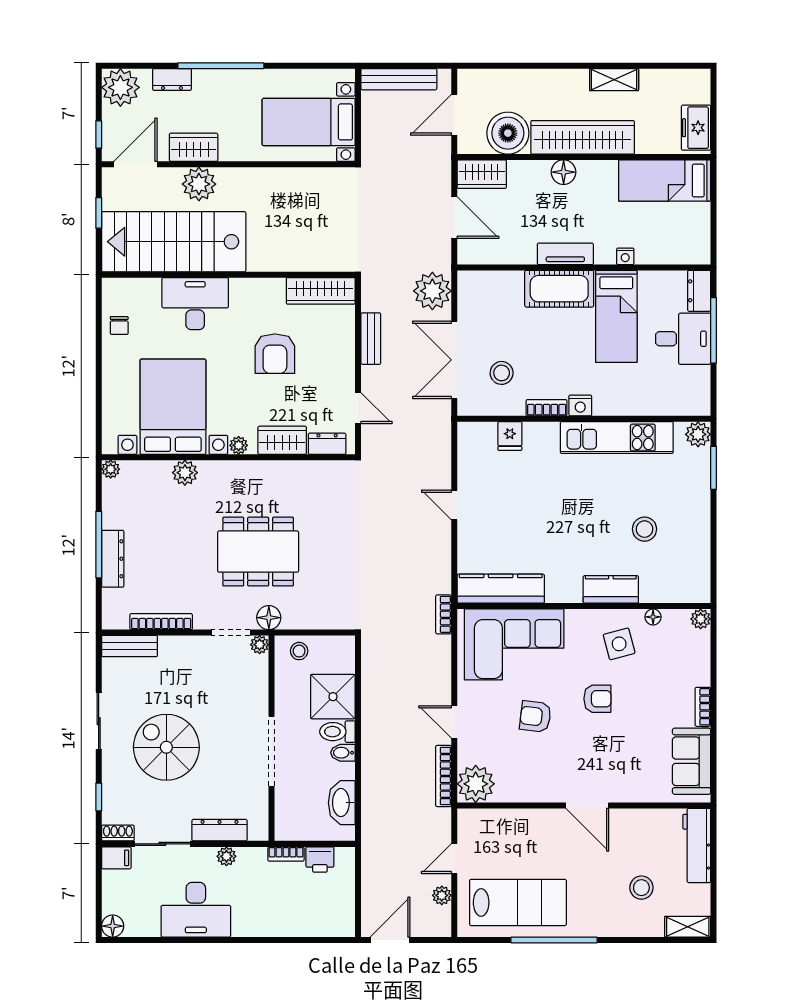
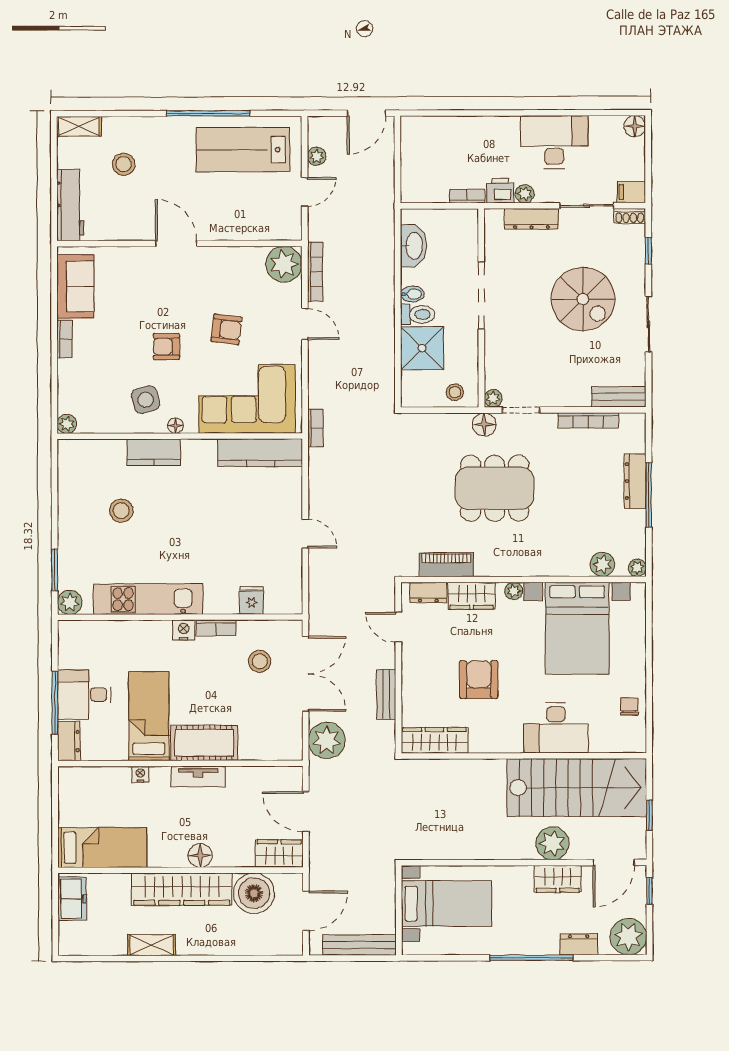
plant: (185, 473) -> (602, 564), moved
piano: (308, 473) -> (446, 565), added
floor lamp: (653, 617) -> (175, 426), moved
printer: (320, 859) -> (500, 191), moved

